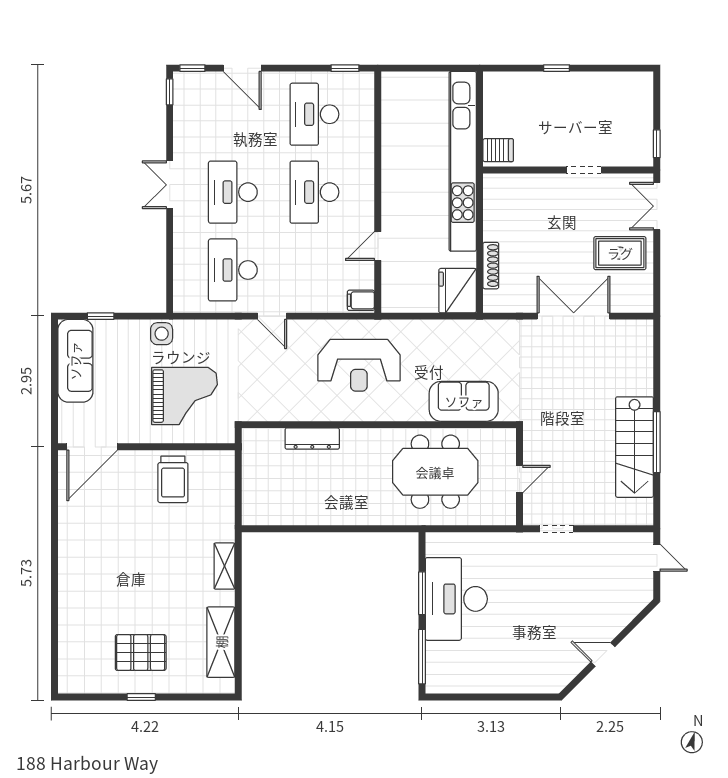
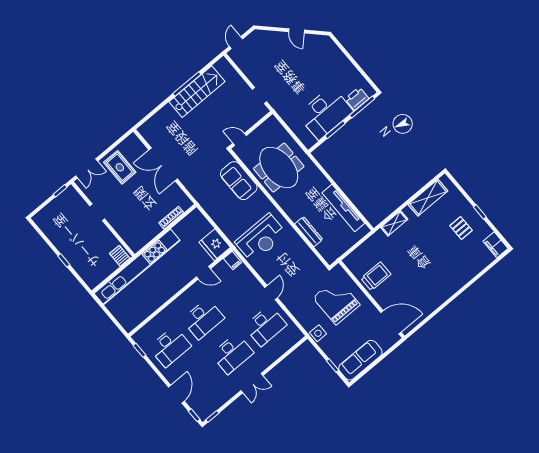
fridge: (458, 291) -> (215, 245), moved, turned 90
reception desk: (359, 365) -> (261, 238), turned 90
door: (519, 479) -> (240, 139), moved
tv unit: (305, 514) -> (343, 208), added
pallet: (141, 652) -> (461, 228), width x0.67, depth x0.71
printer: (439, 659) -> (357, 99), added
filing cabinet: (78, 680) -> (496, 245), added

